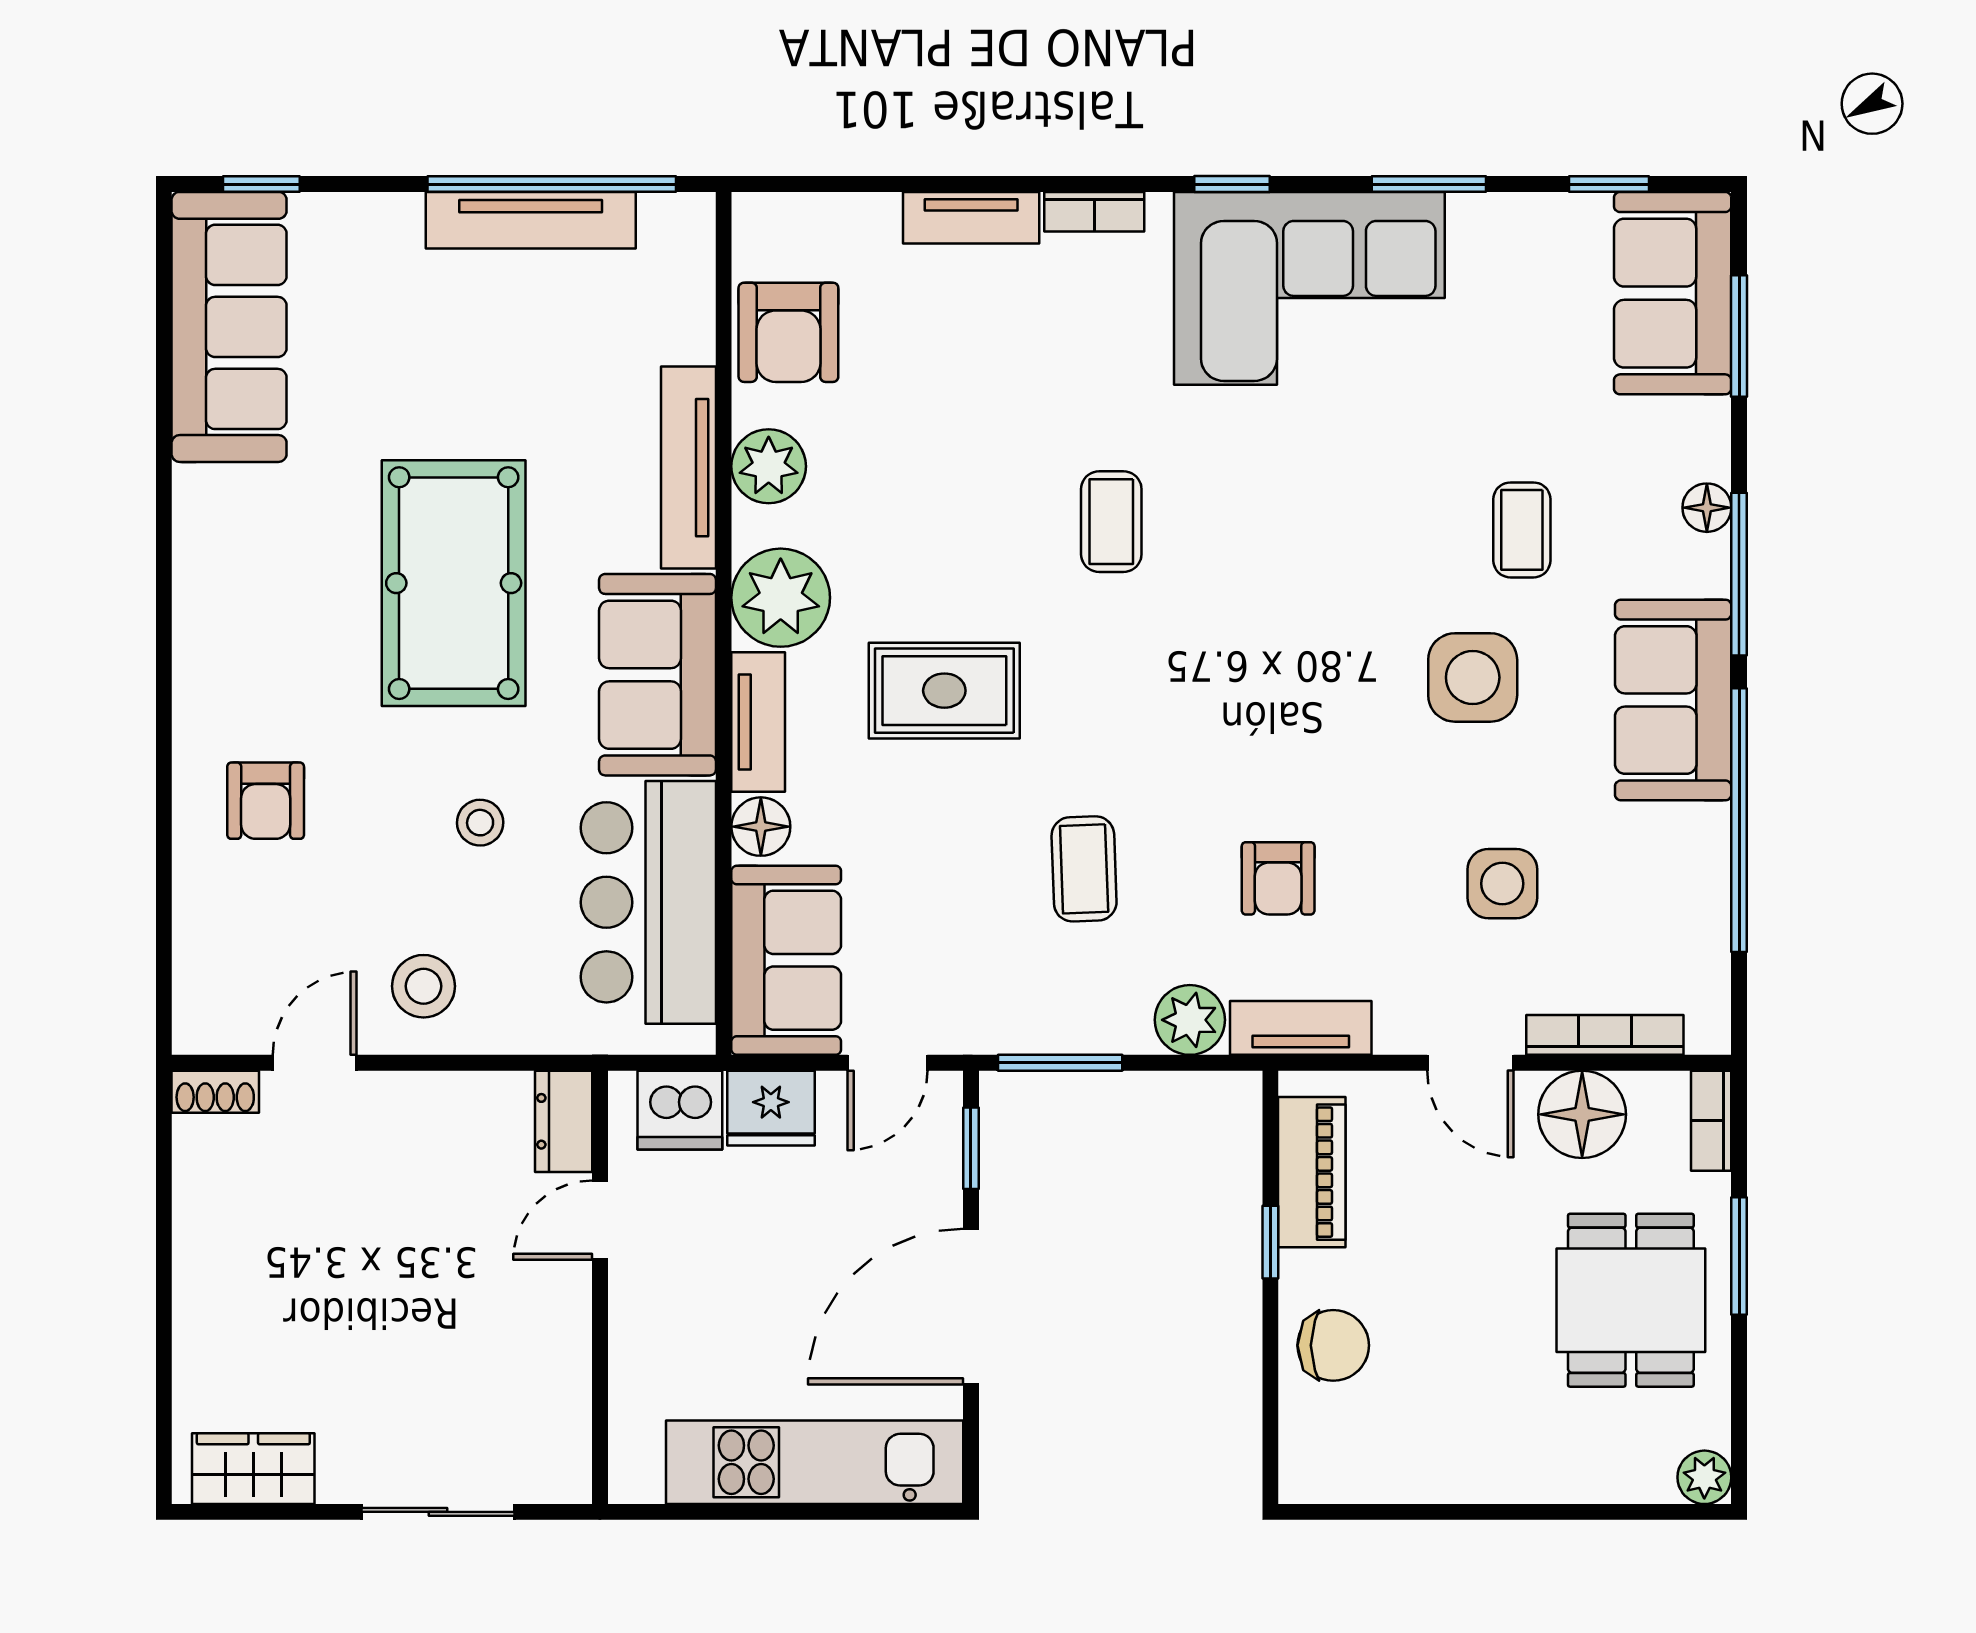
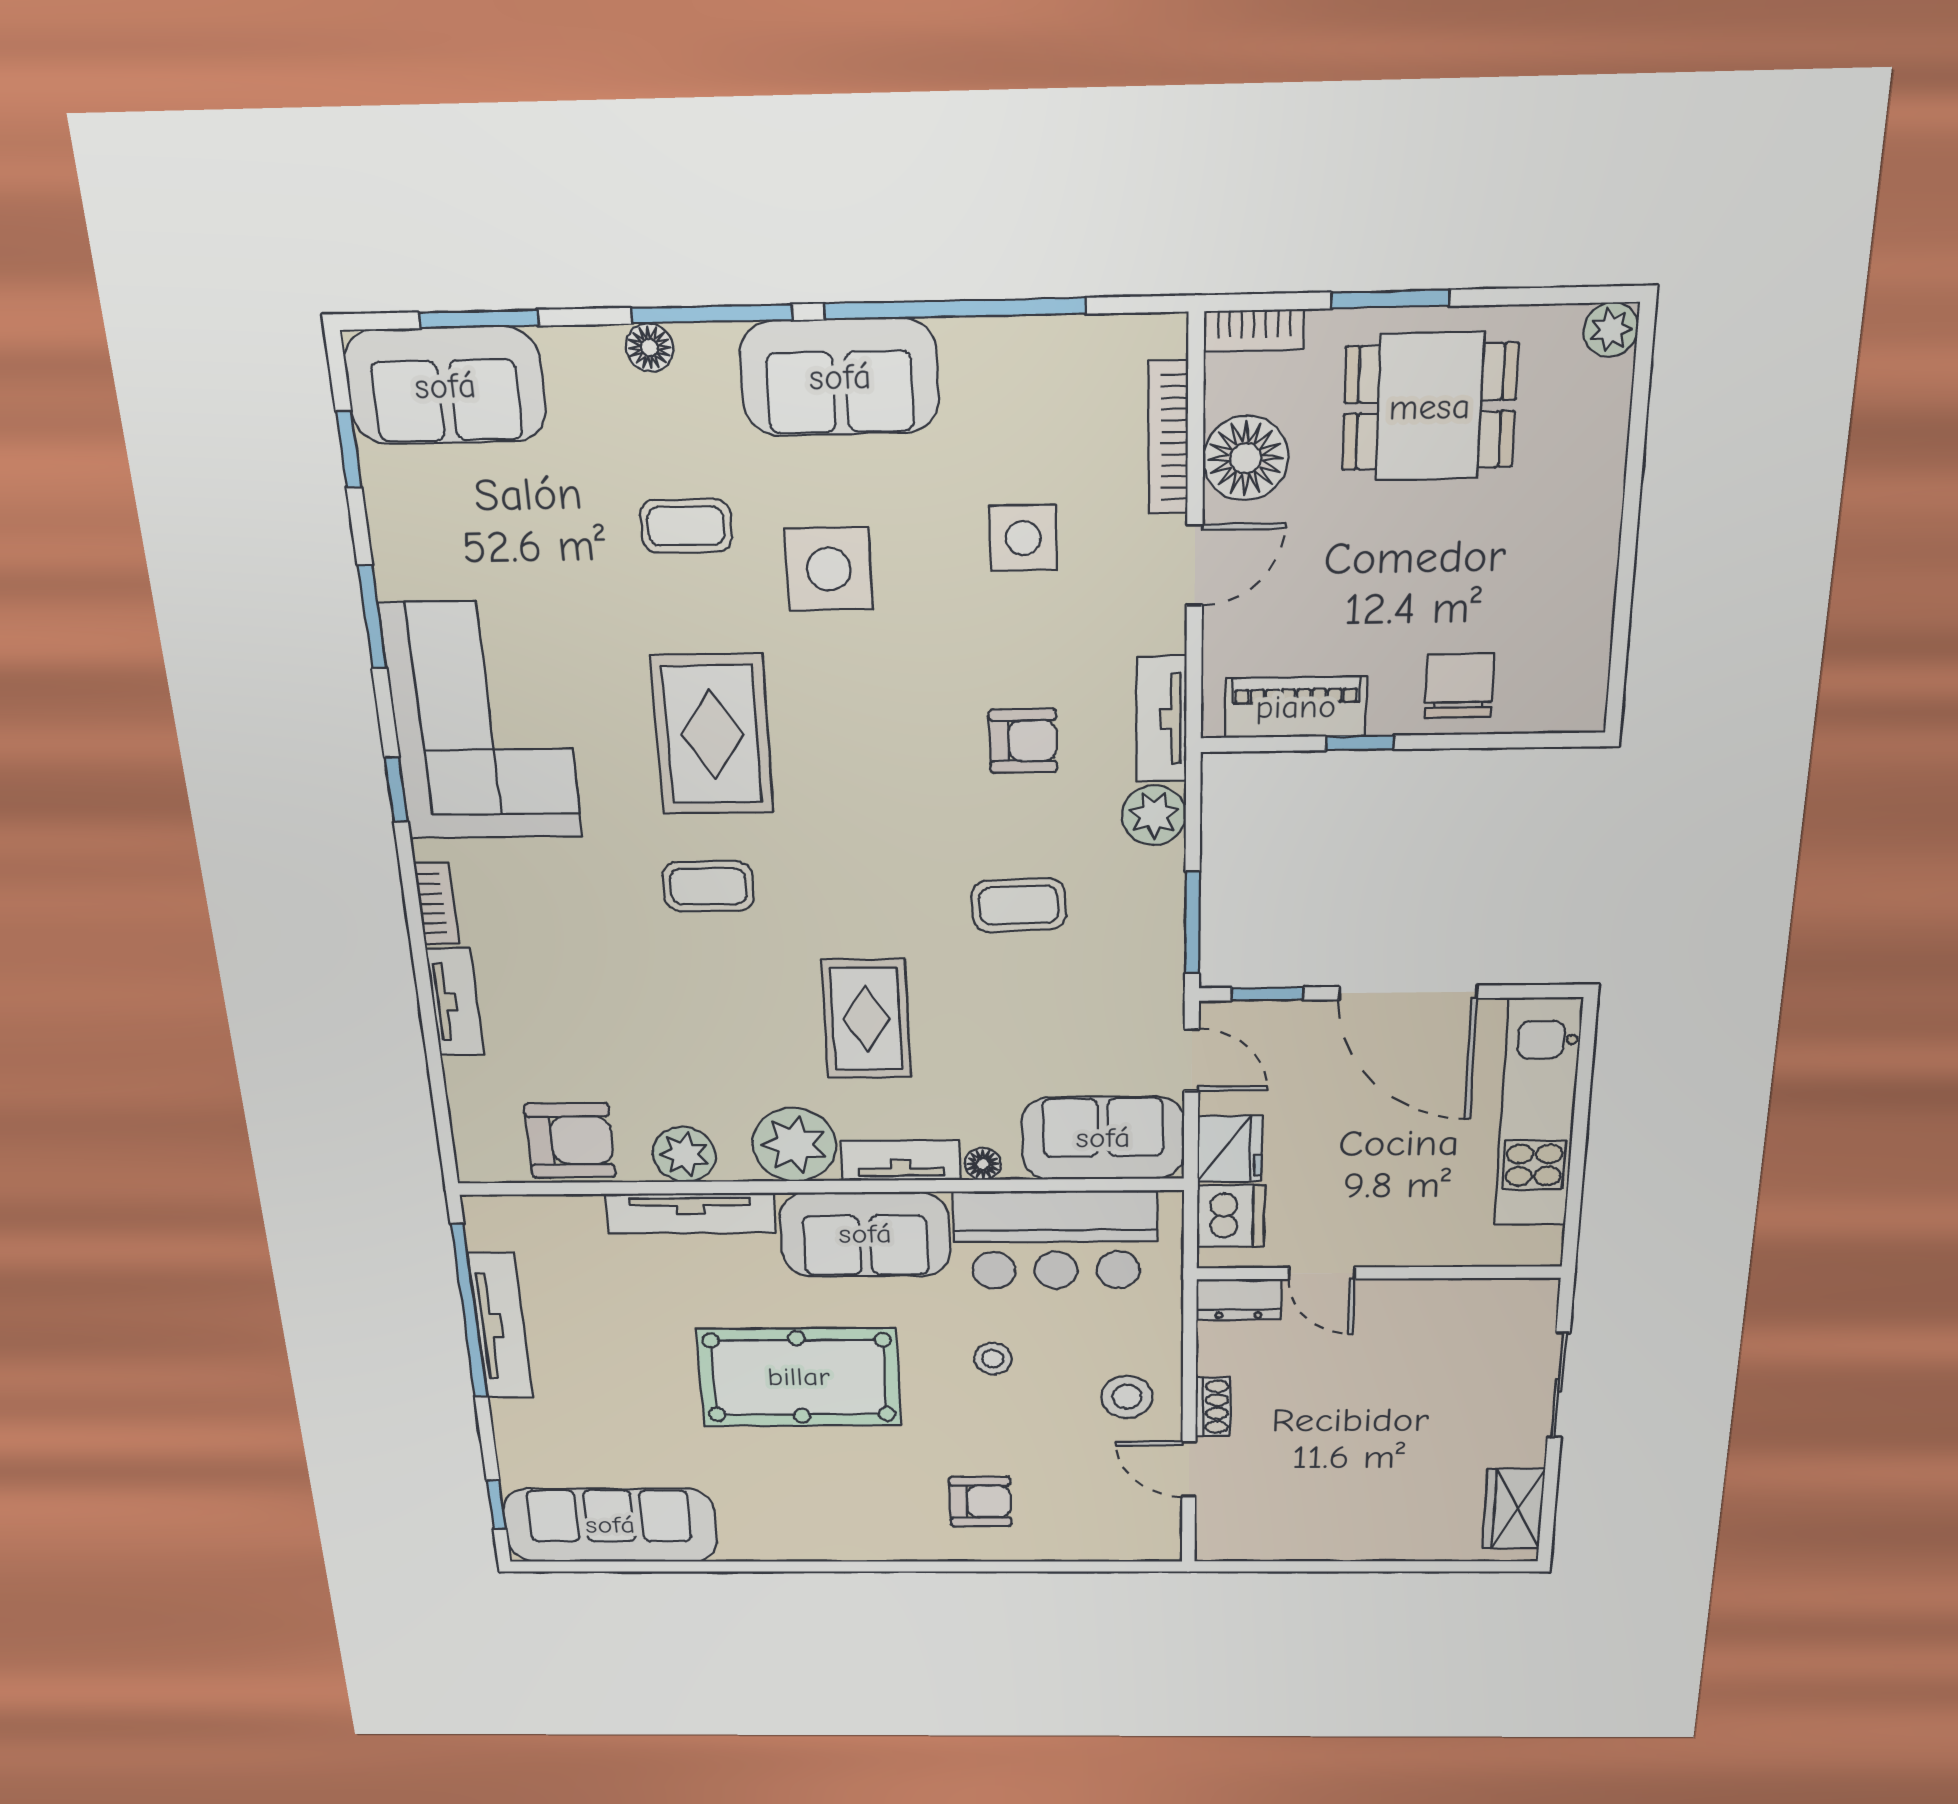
rug: (1291, 540) -> (712, 735), added
floor lamp: (761, 827) -> (983, 1164), width x0.73, depth x0.73
shoe rack: (215, 1092) -> (1213, 1407), moved

